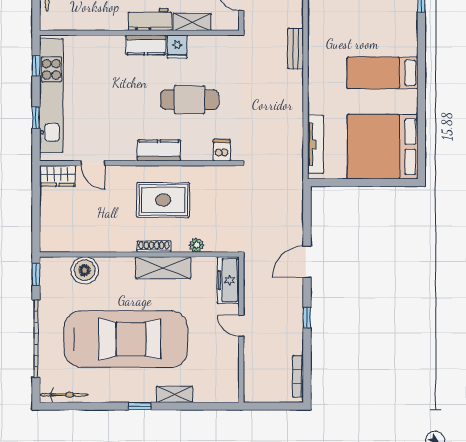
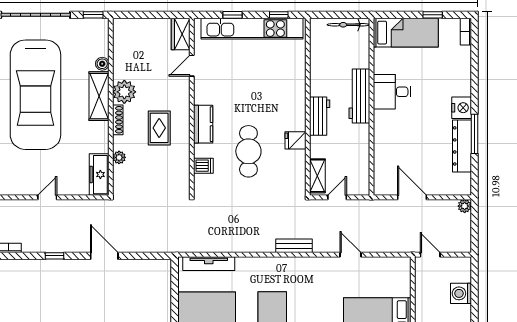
shelving: (192, 22) -> (317, 176), moved
kitchen counter: (146, 45) -> (297, 113), removed
dishwasher: (222, 150) -> (203, 166), moved
rug: (163, 200) -> (159, 128), width x0.73, depth x0.70
plant: (123, 239) -> (124, 92), added
shelving: (163, 268) -> (99, 96), moved
boiler: (85, 270) -> (102, 64), width x0.54, depth x0.54
freezer: (228, 280) -> (99, 175), moved, turned -90

